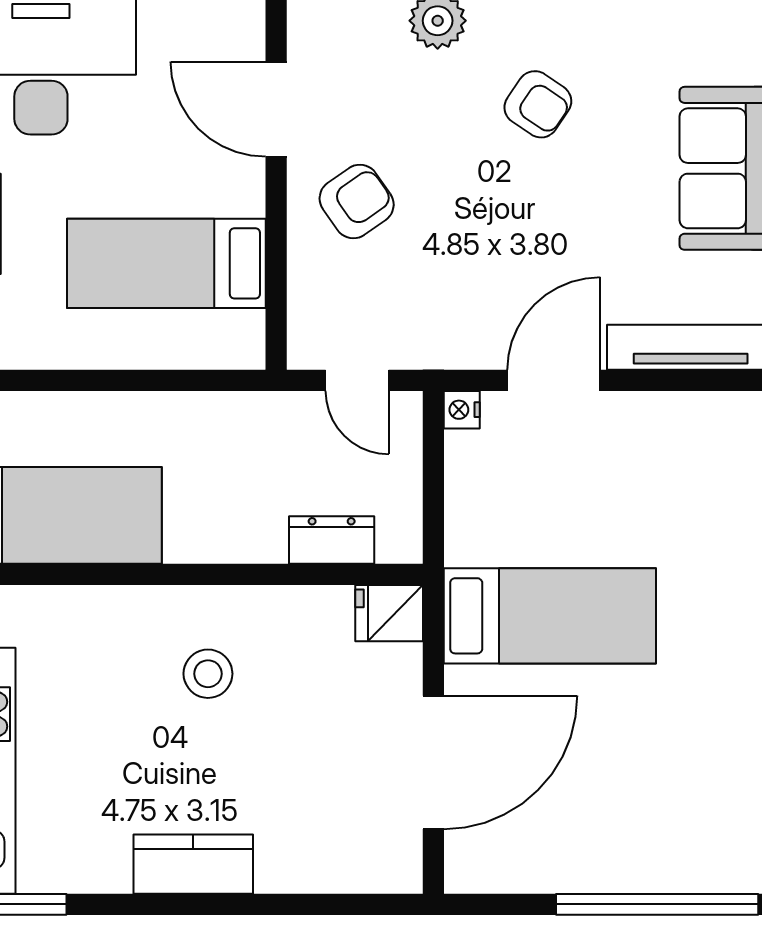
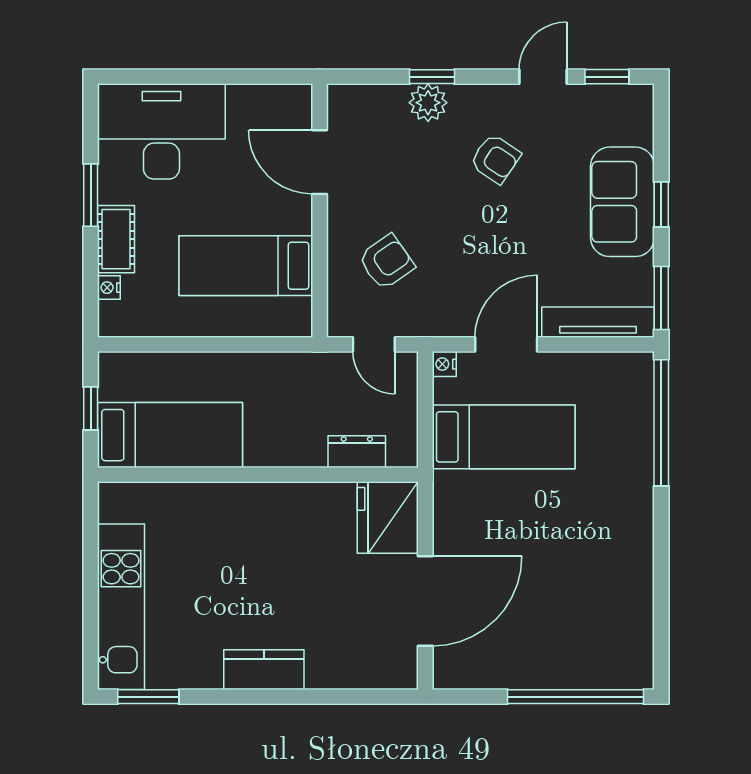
armchair: (357, 202) -> (387, 262), moved
fridge: (389, 613) -> (388, 518), width x1.88, depth x1.34
bed: (550, 616) -> (504, 437), moved
stool: (208, 674) -> (274, 541), removed

